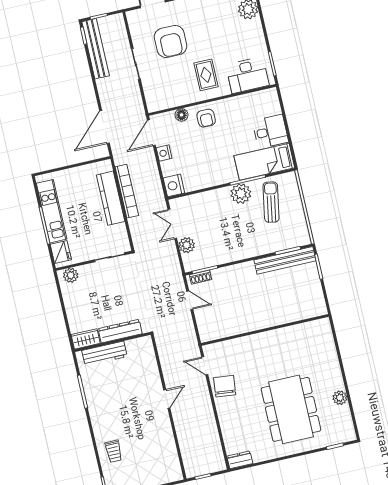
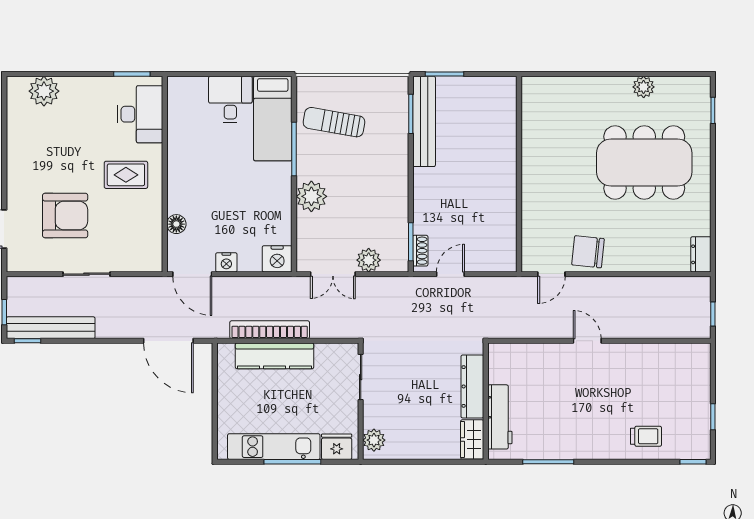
armchair: (206, 118) -> (189, 189), removed
plant: (241, 194) -> (311, 196), moved

